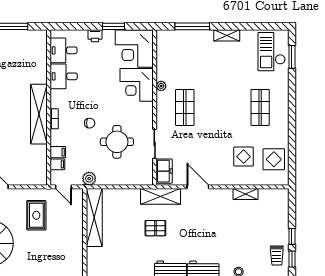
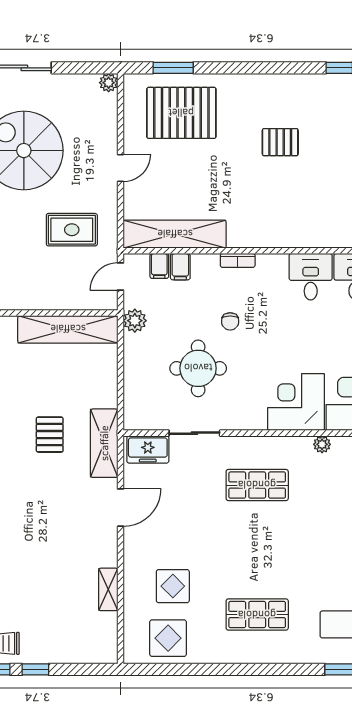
plant: (161, 86) -> (322, 444), moved
shelving: (39, 114) -> (175, 234), moved

